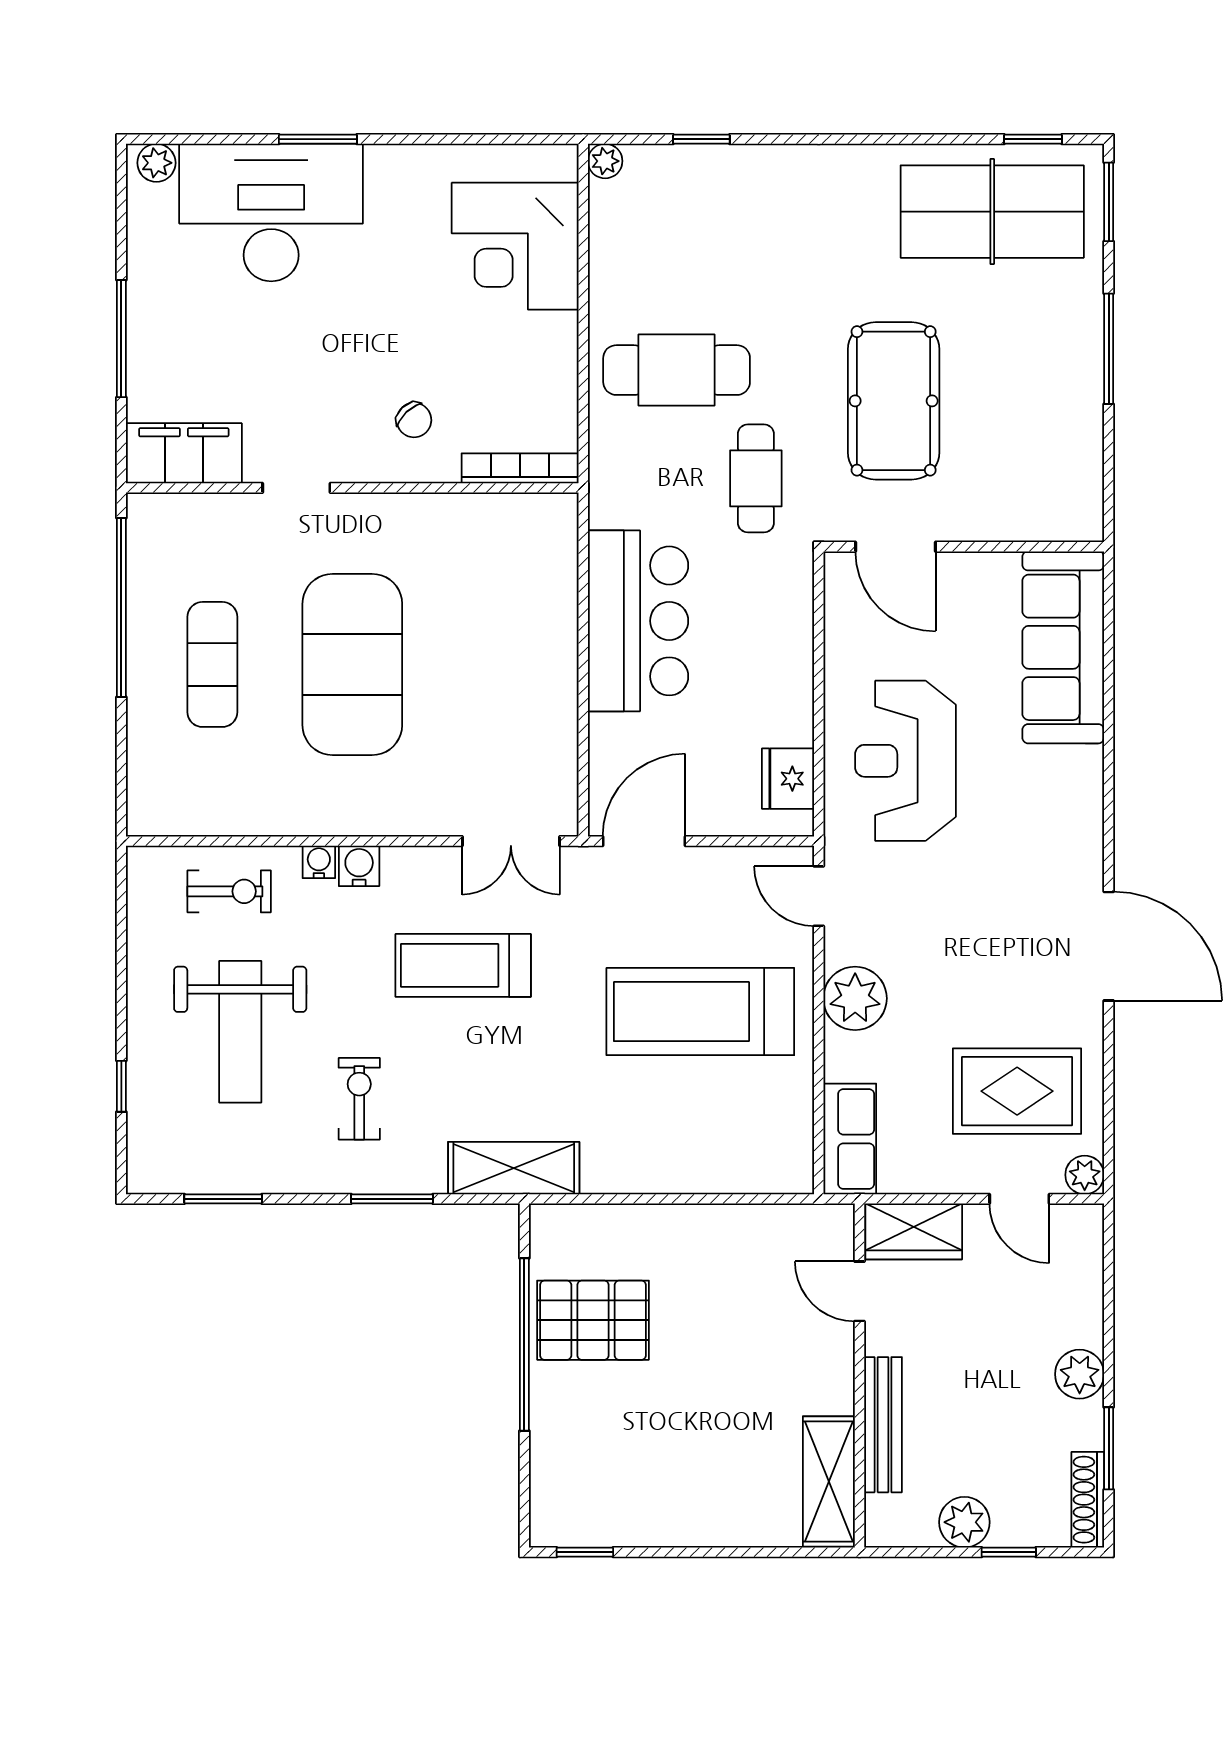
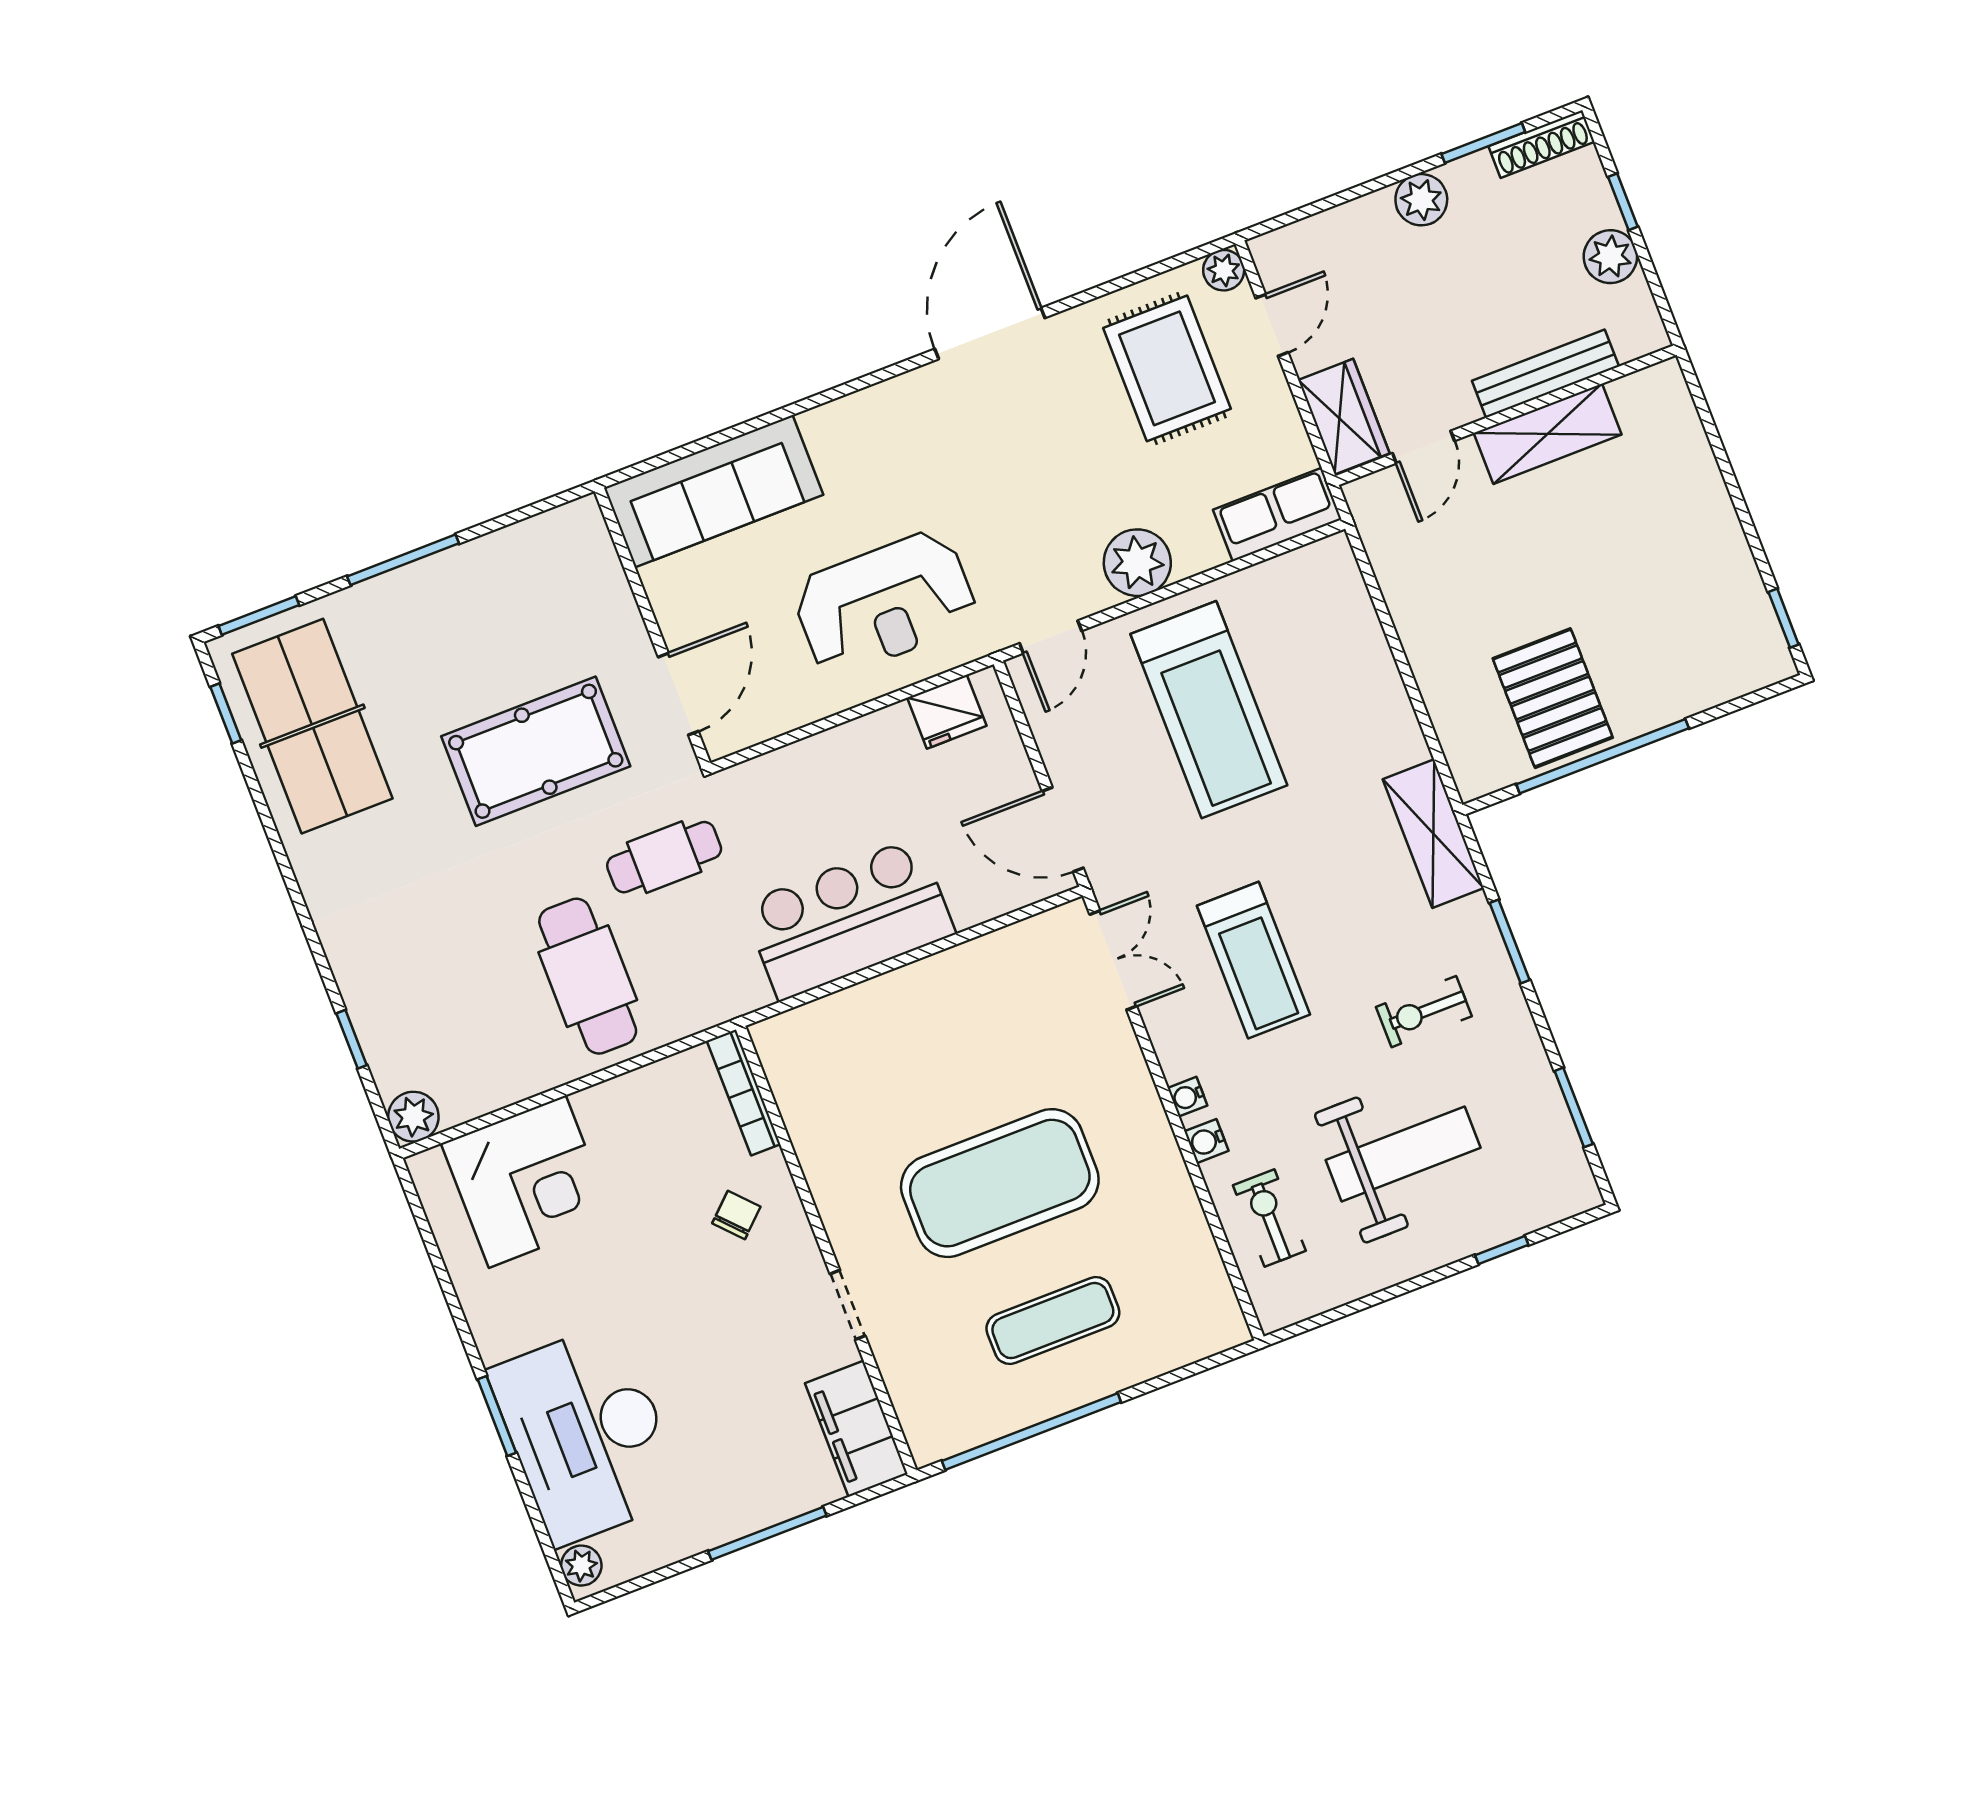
plant: (605, 161) -> (413, 1117), width x1.38, depth x1.38
water cooler: (359, 866) -> (1188, 1097), width x0.72, depth x0.72
shelving: (829, 1481) -> (1548, 434), moved

